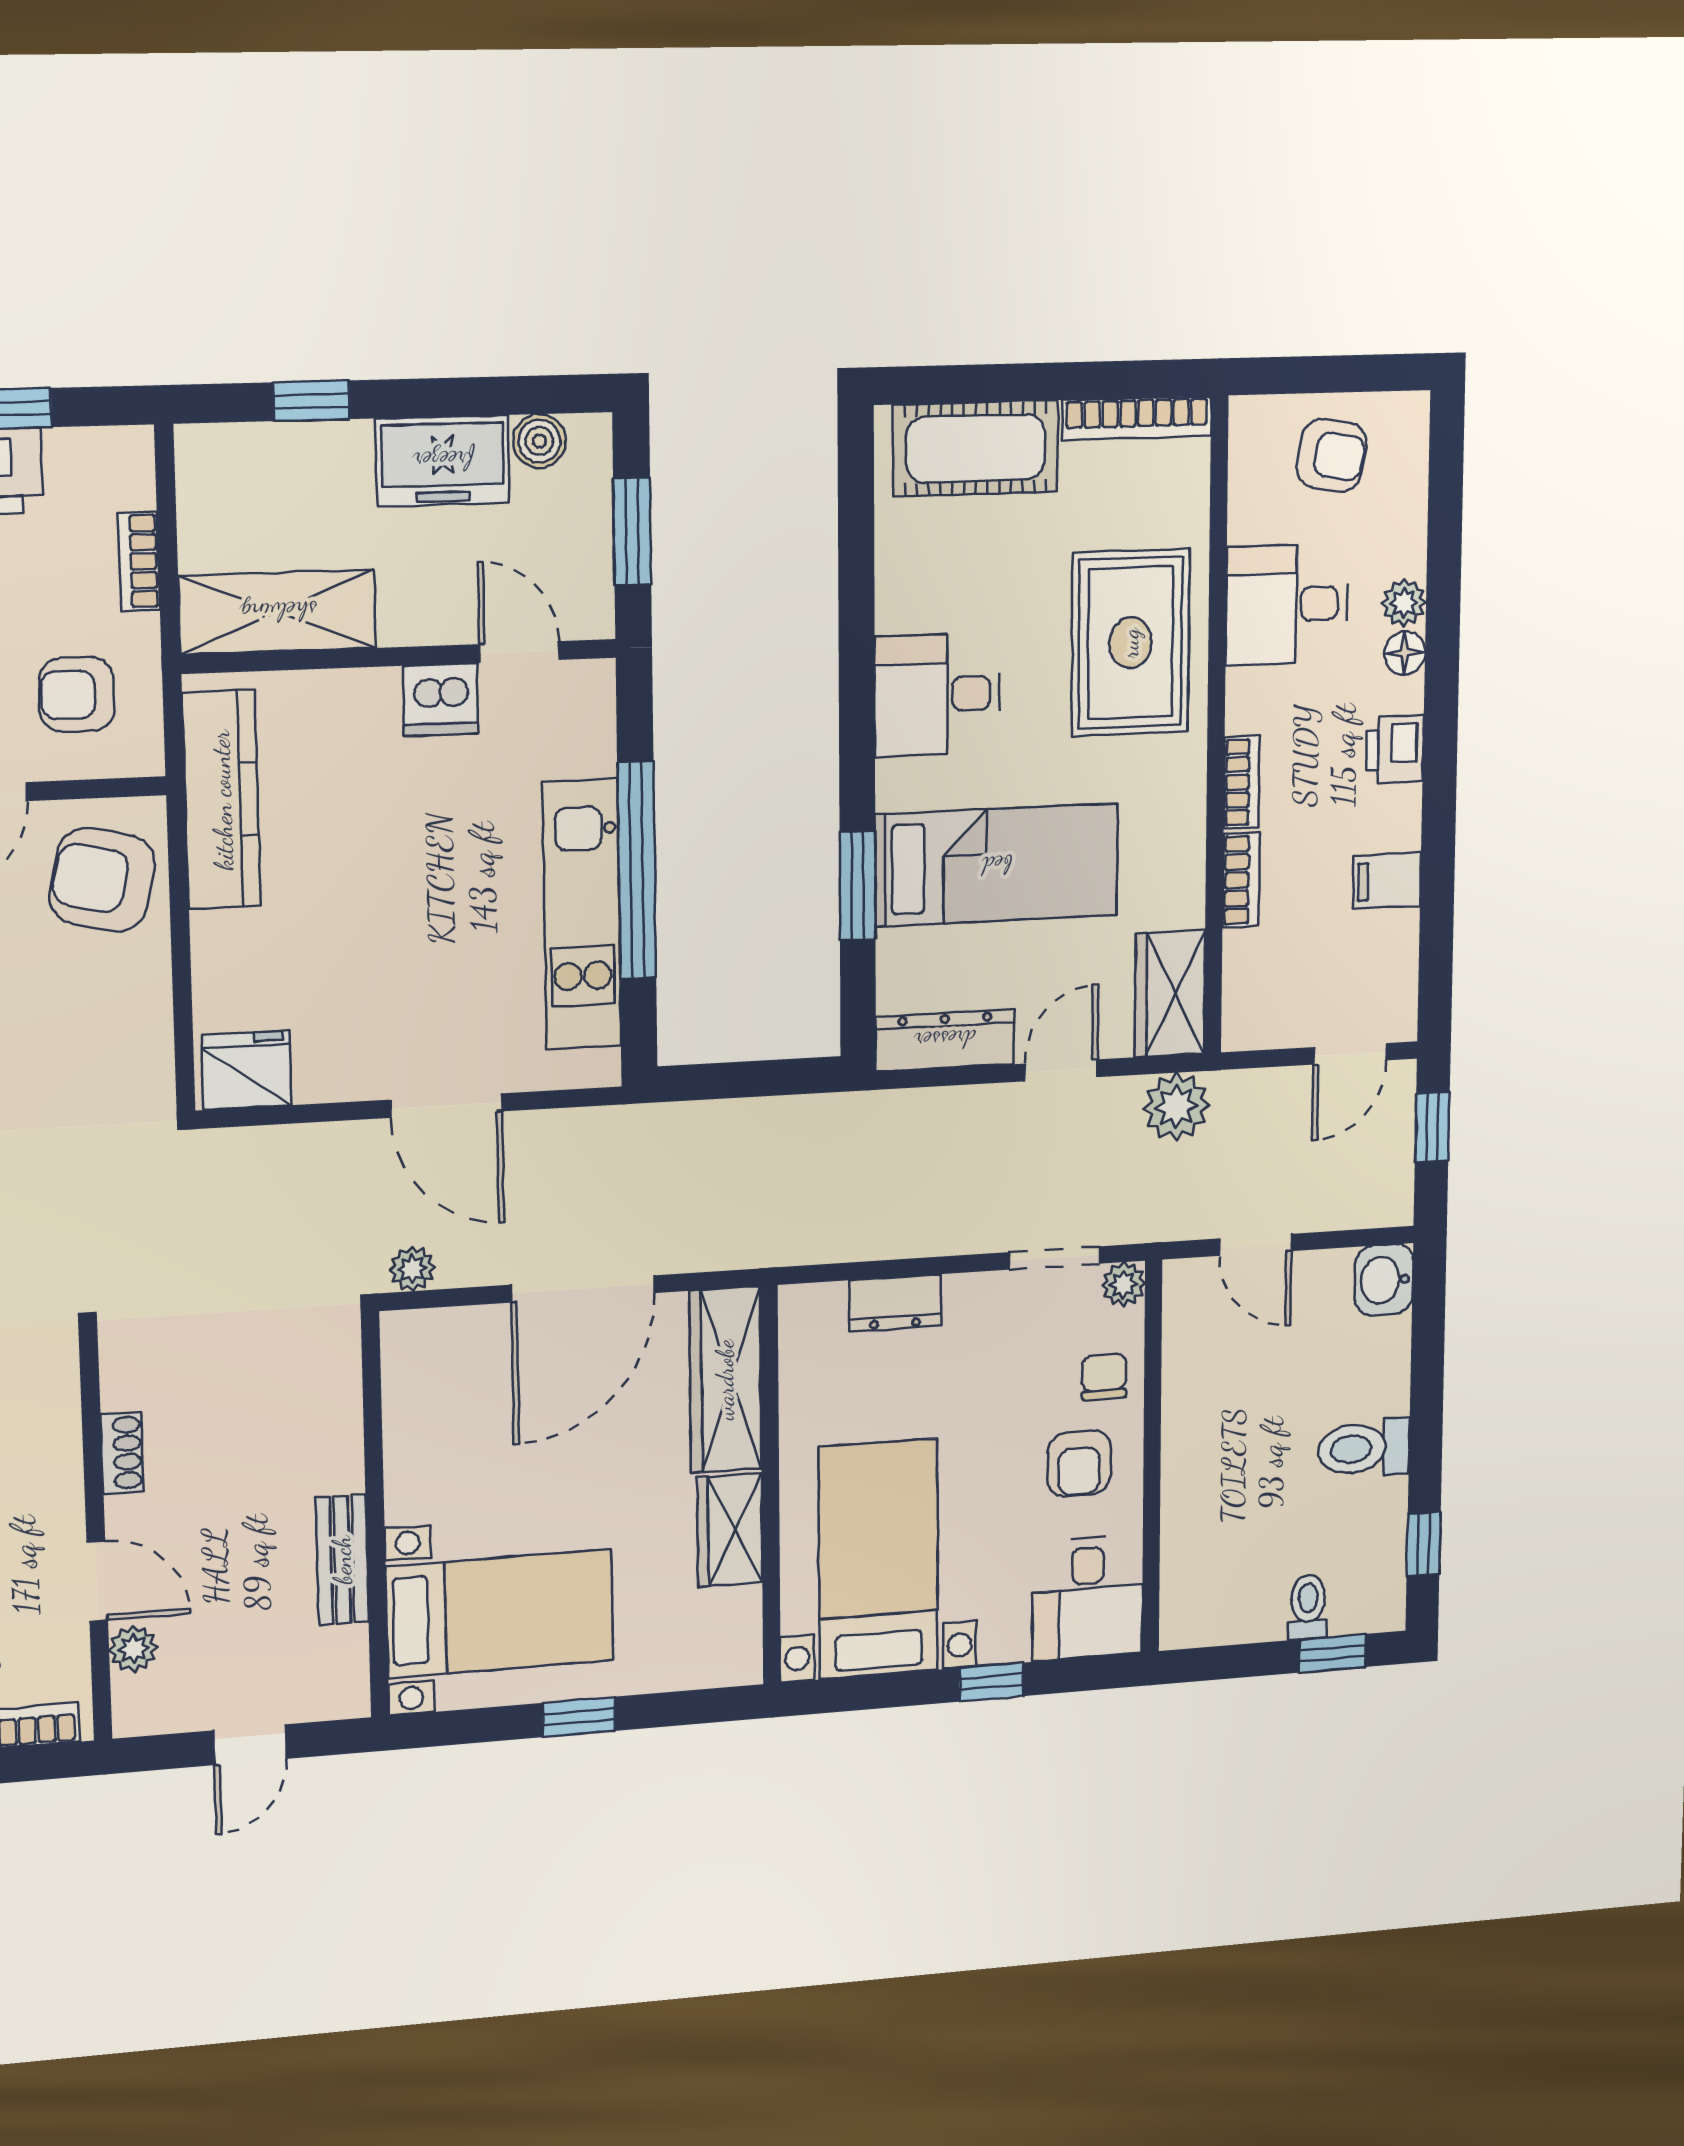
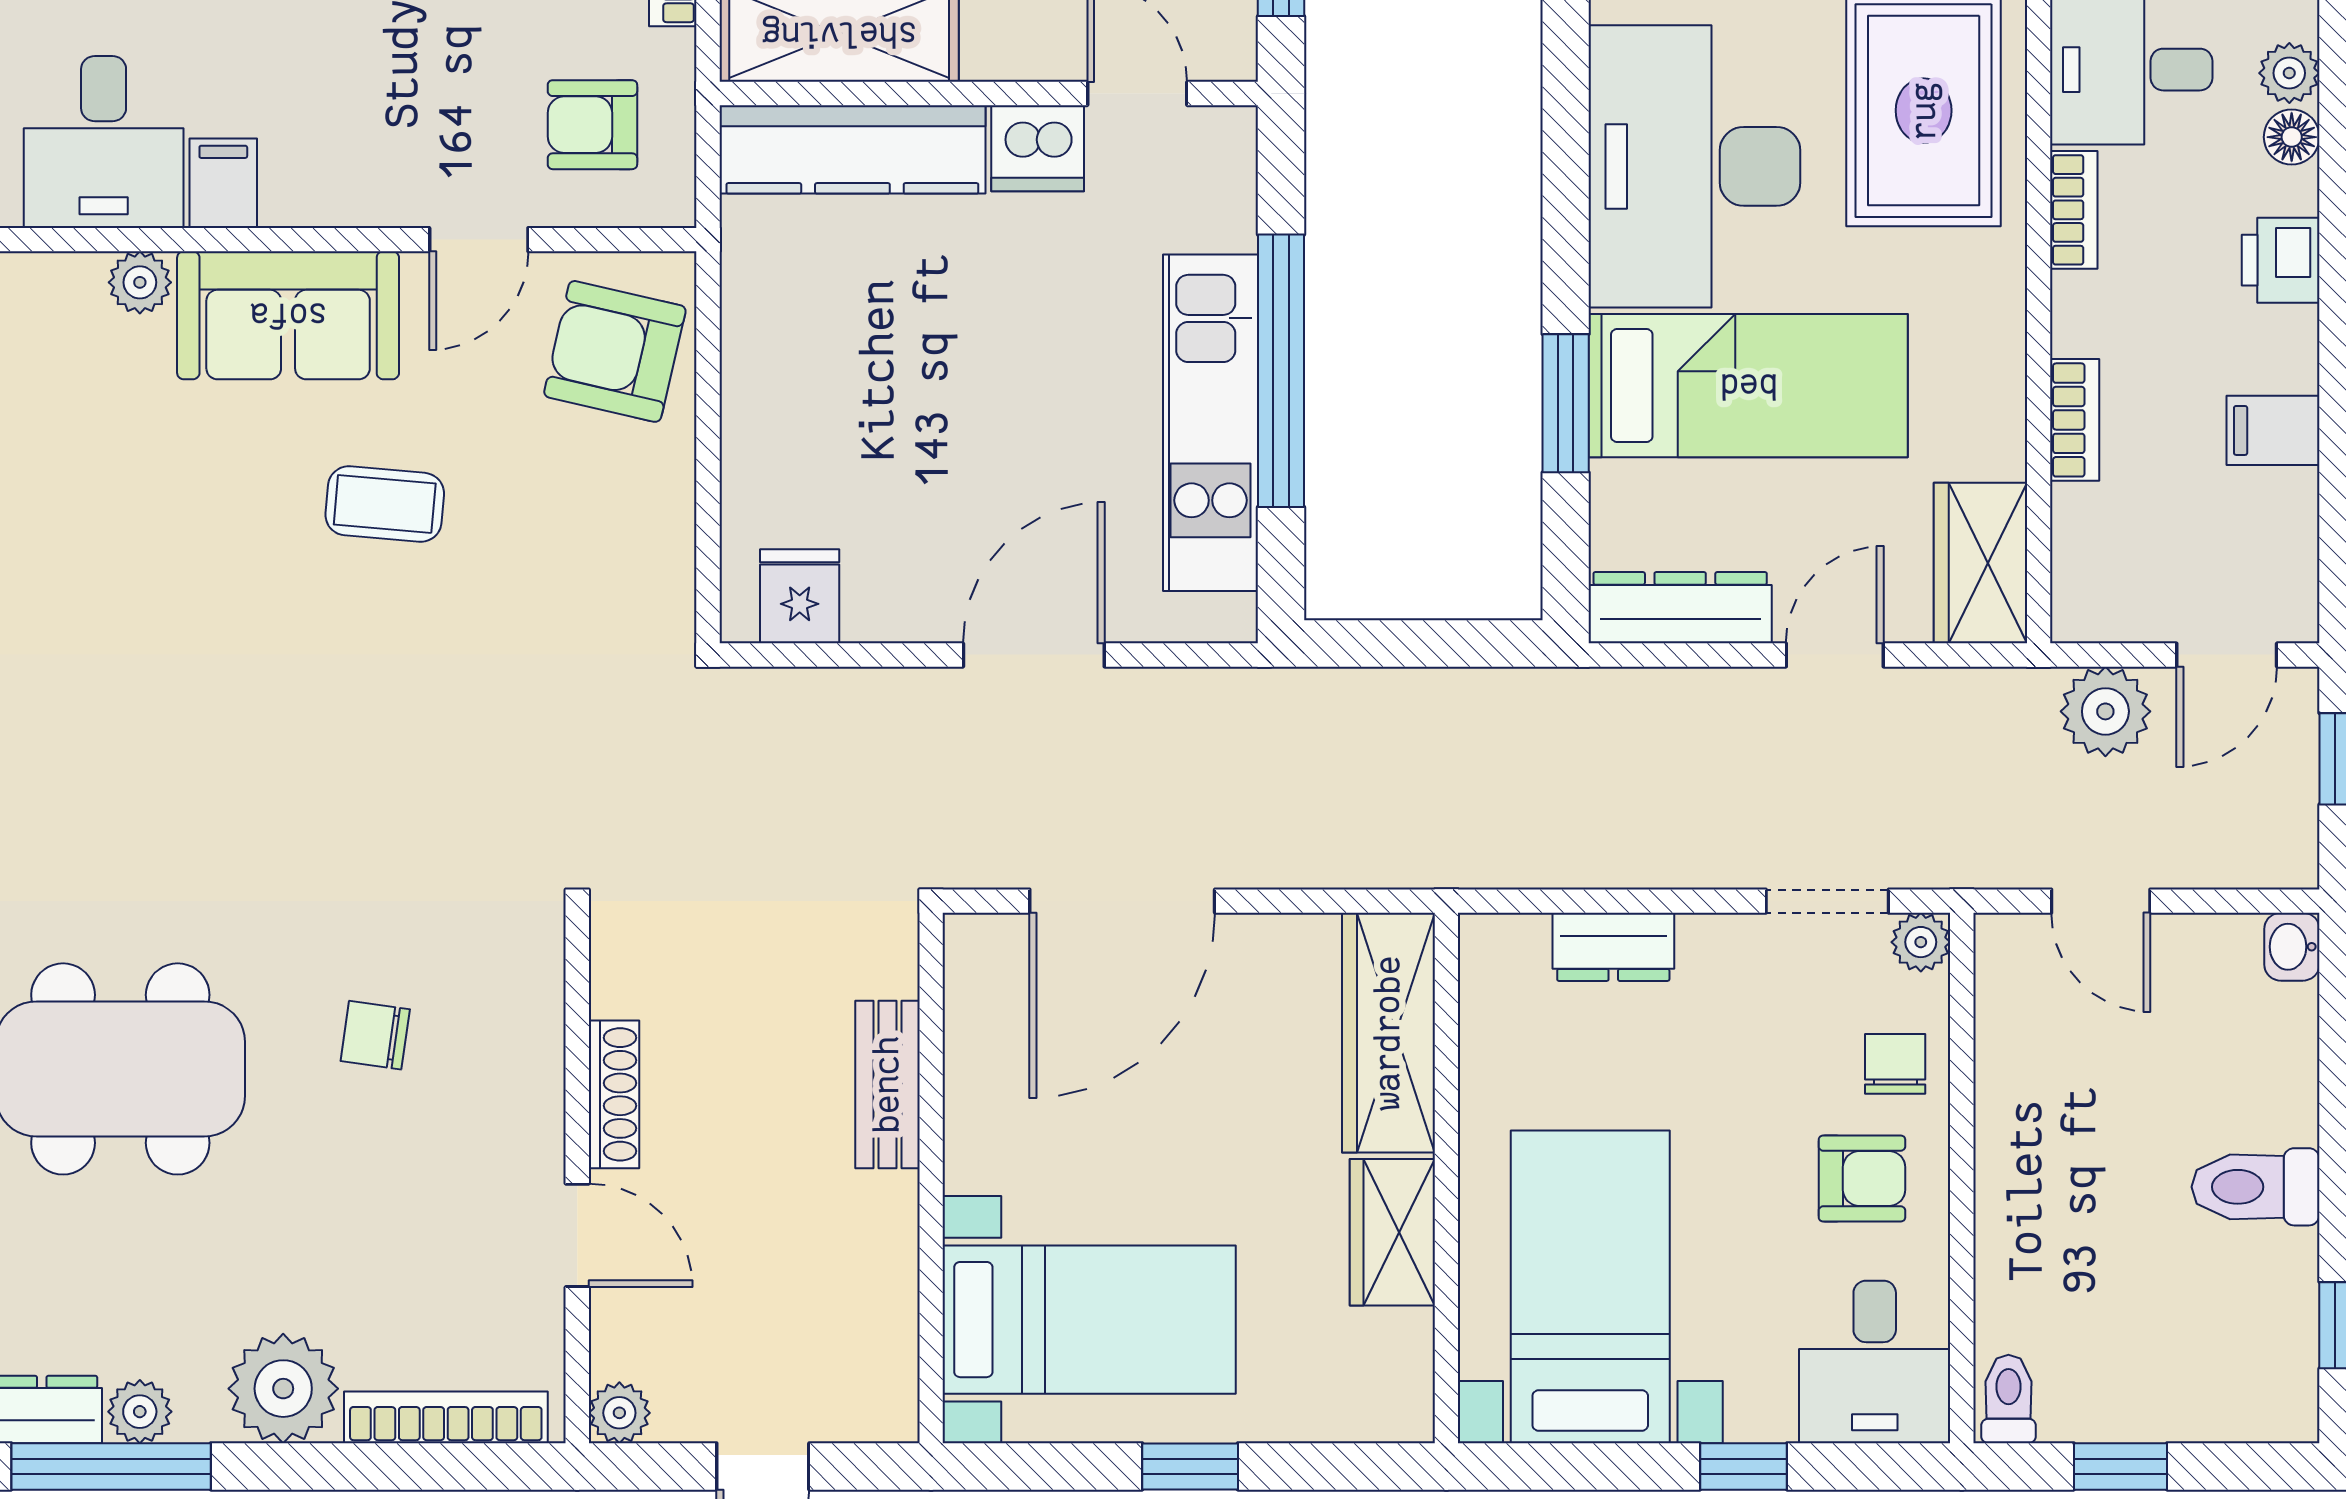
desk: (937, 695) -> (1694, 166), width x1.87, depth x1.30
bookcase: (1242, 782) -> (2074, 210), moved
kitchen counter: (222, 800) -> (852, 149), moved, turned 90
fridge: (246, 1070) -> (800, 596), width x0.72
door: (446, 1106) -> (1034, 655), swing flipped
plant: (1176, 1107) -> (2105, 711), moved
plant: (412, 1269) -> (986, 861), removed
washbasin: (1384, 1280) -> (2292, 947), width x0.72, depth x0.69
door: (583, 1289) -> (1122, 901), moved
shoe rack: (122, 1453) -> (614, 1094), width x1.43
armchair: (1079, 1463) -> (1862, 1179), turned -90
bench: (342, 1560) -> (887, 1084), moved
toilet: (1308, 1607) -> (2008, 1399), moved
plant: (133, 1649) -> (619, 1413), moved
window: (1333, 1653) -> (2120, 1466), moved

